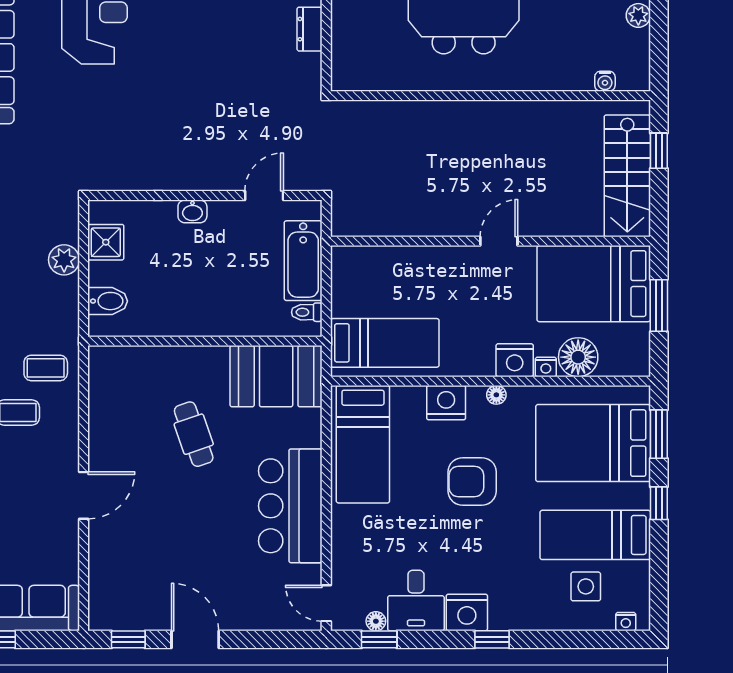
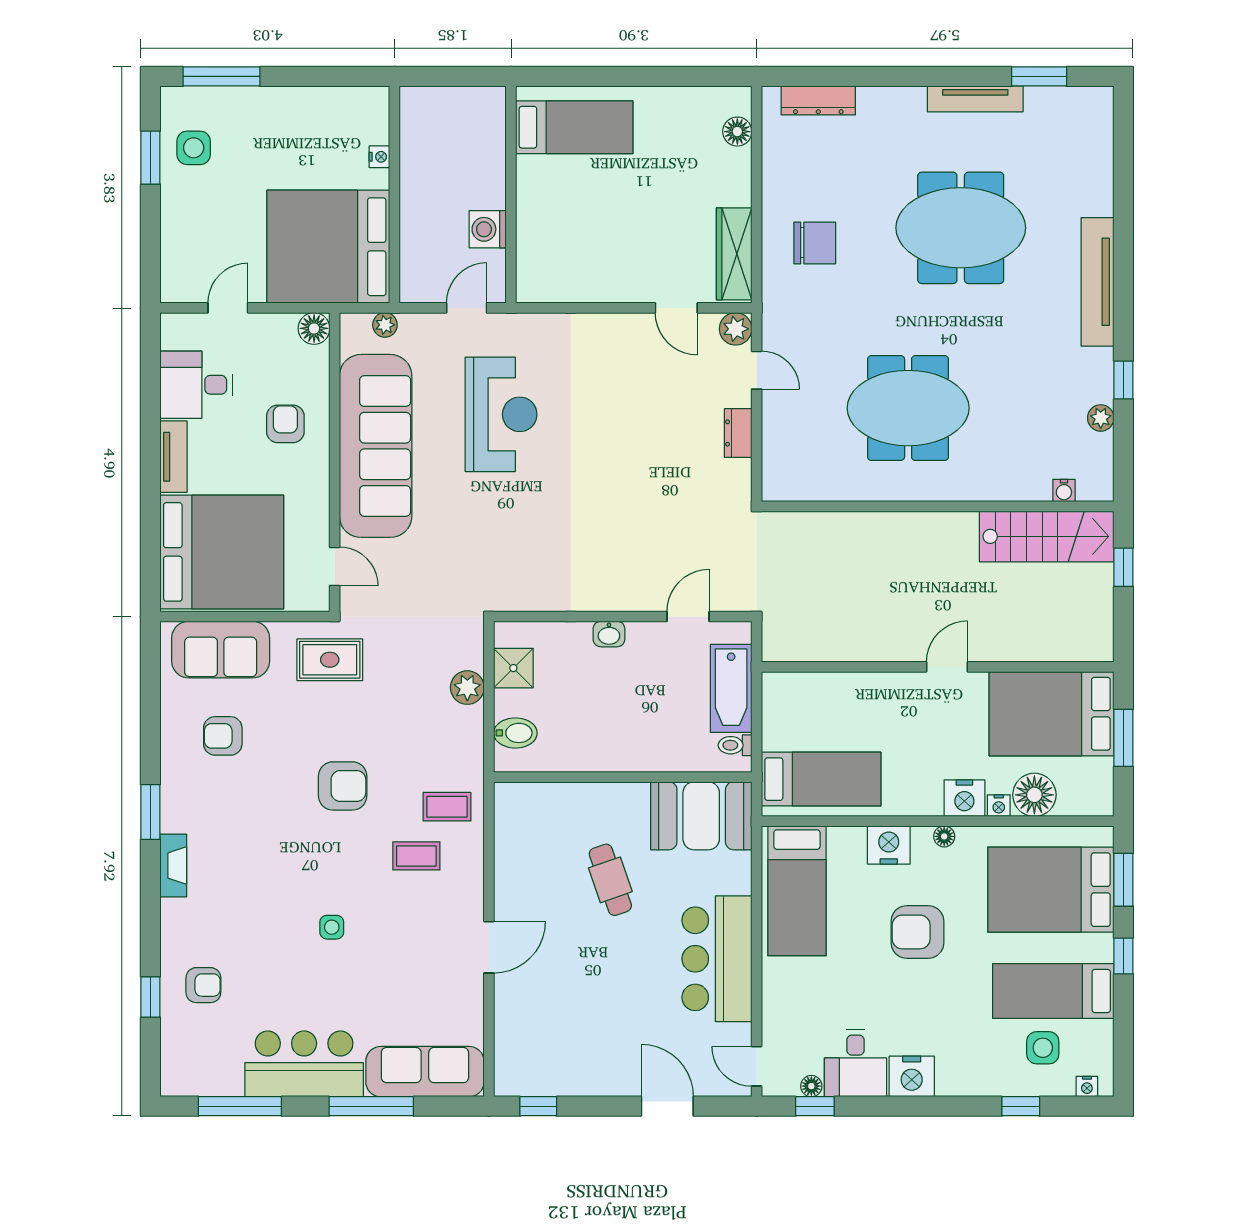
stairs: (627, 176) -> (1047, 536), moved, turned -90
door: (195, 639) -> (667, 1106), moved
window: (492, 639) -> (1021, 1106), moved

